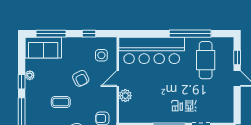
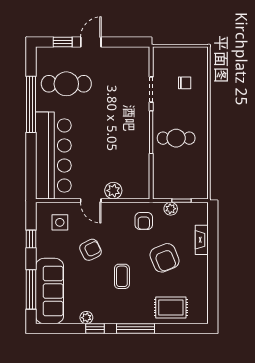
sofa: (43, 48) -> (50, 291), width x1.36

